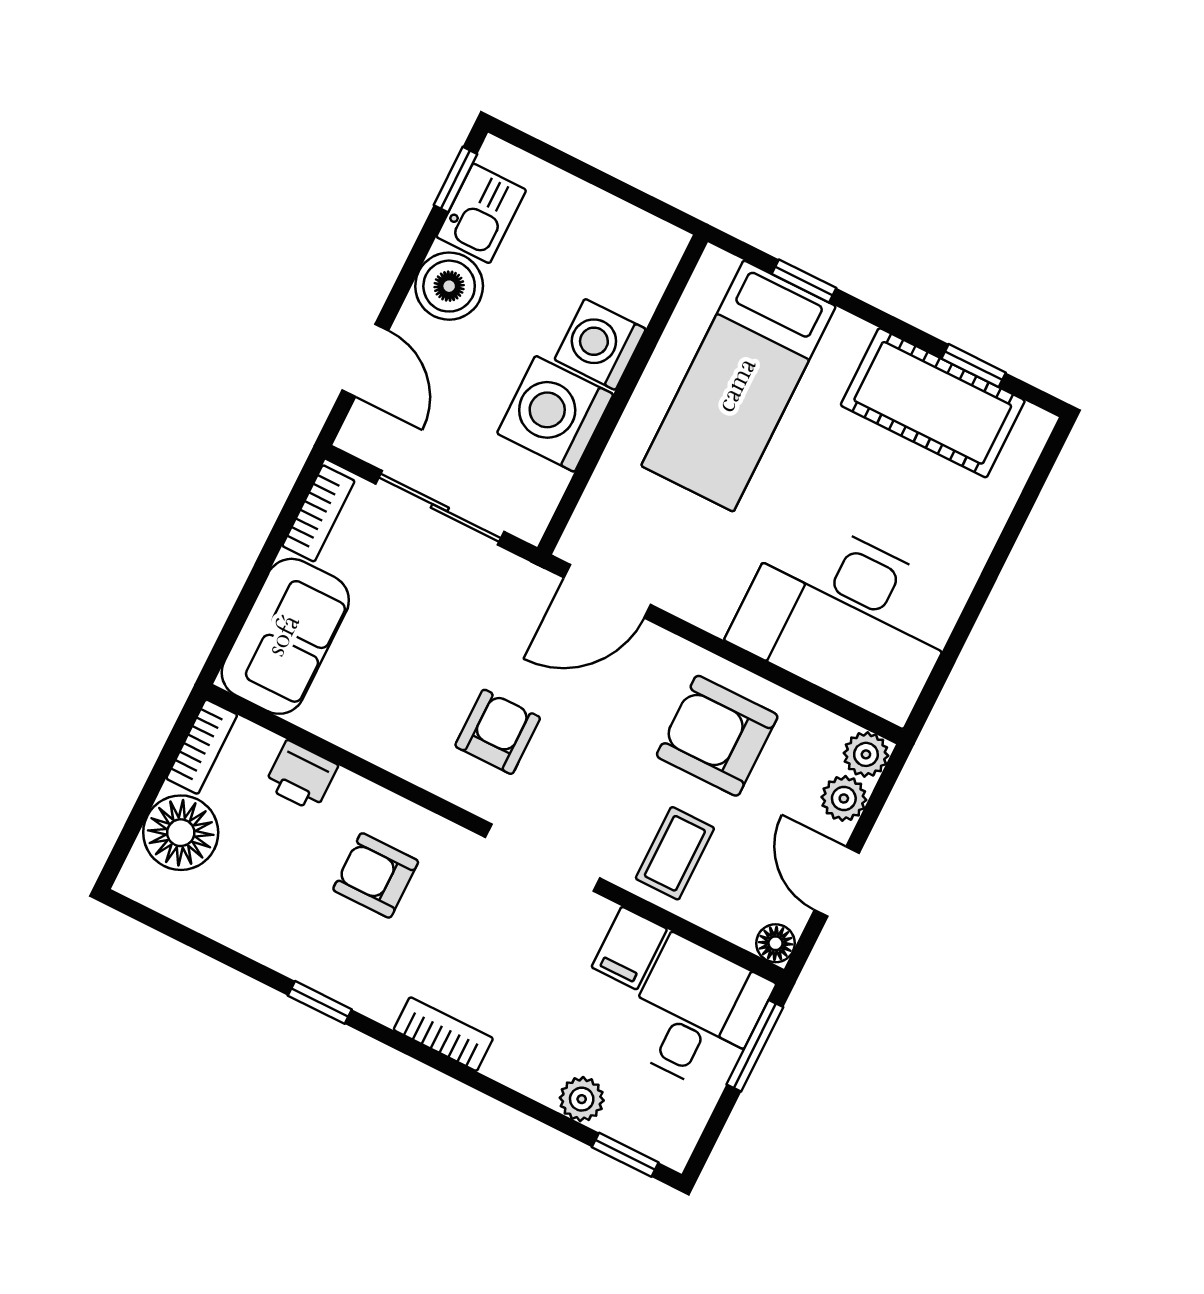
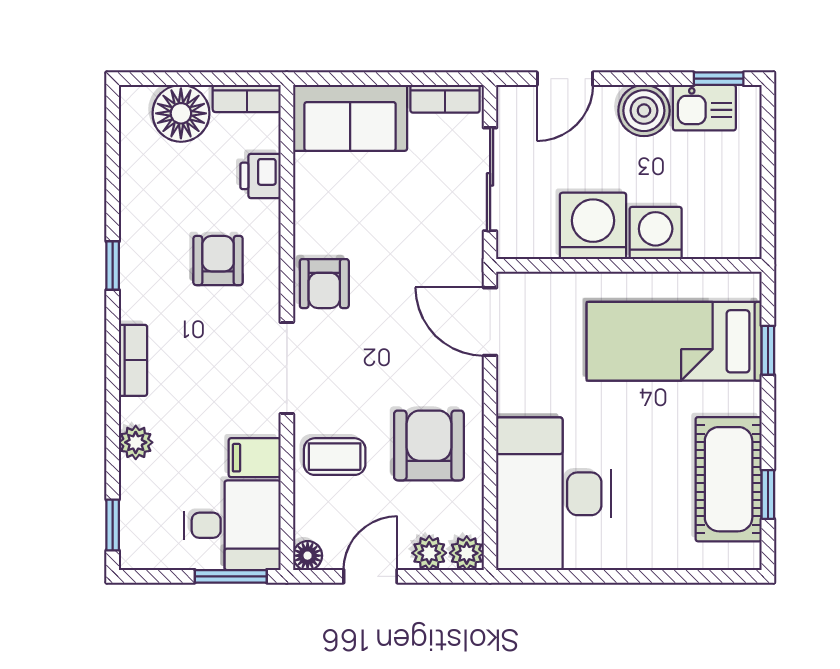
armchair: (498, 732) -> (324, 284), moved, turned 90
plant: (582, 1099) -> (136, 442), moved

